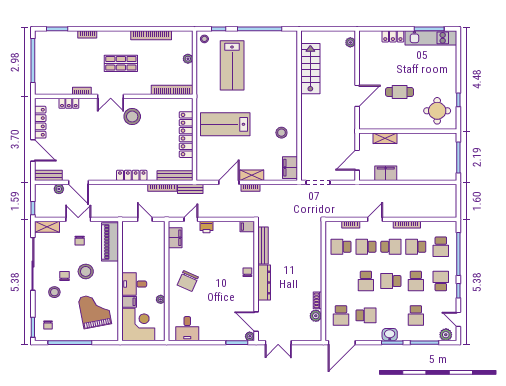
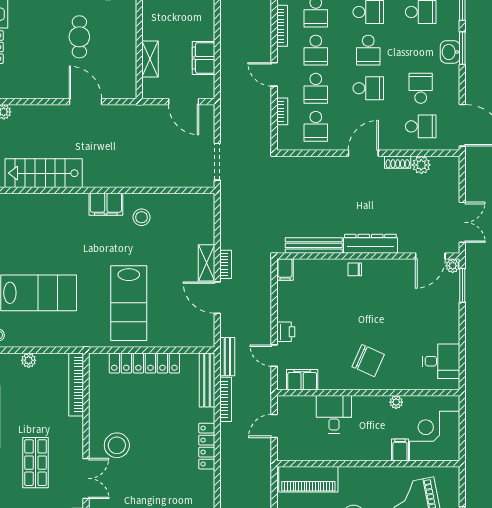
filing cabinet: (290, 168) -> (106, 204), moved
school desk: (391, 247) -> (316, 50), turned 180
door: (323, 278) -> (363, 153), added
desk: (134, 284) -> (334, 414), moved, turned 180

